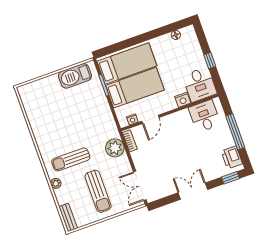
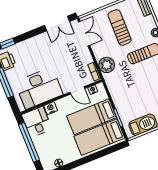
window: (210, 61) -> (29, 142), width x3.17
desk: (205, 116) -> (39, 88), width x1.87, depth x1.30
door: (150, 119) -> (77, 90), swing flipped
double door: (193, 191) -> (57, 23), moved

